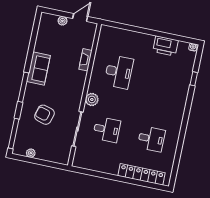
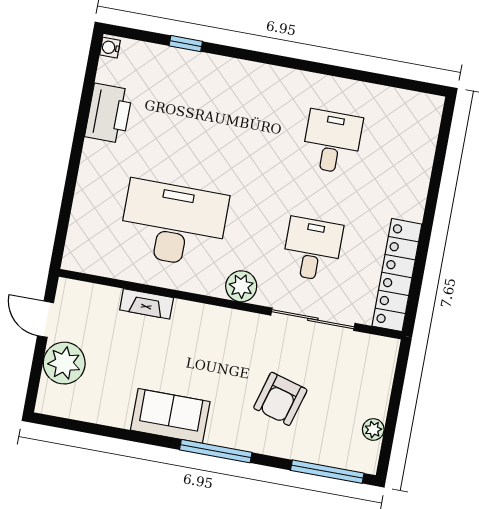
plant: (62, 21) -> (64, 363), width x1.87, depth x1.87
desk: (119, 72) -> (174, 224), width x1.36, depth x1.30
locker: (141, 174) -> (397, 275), moved

